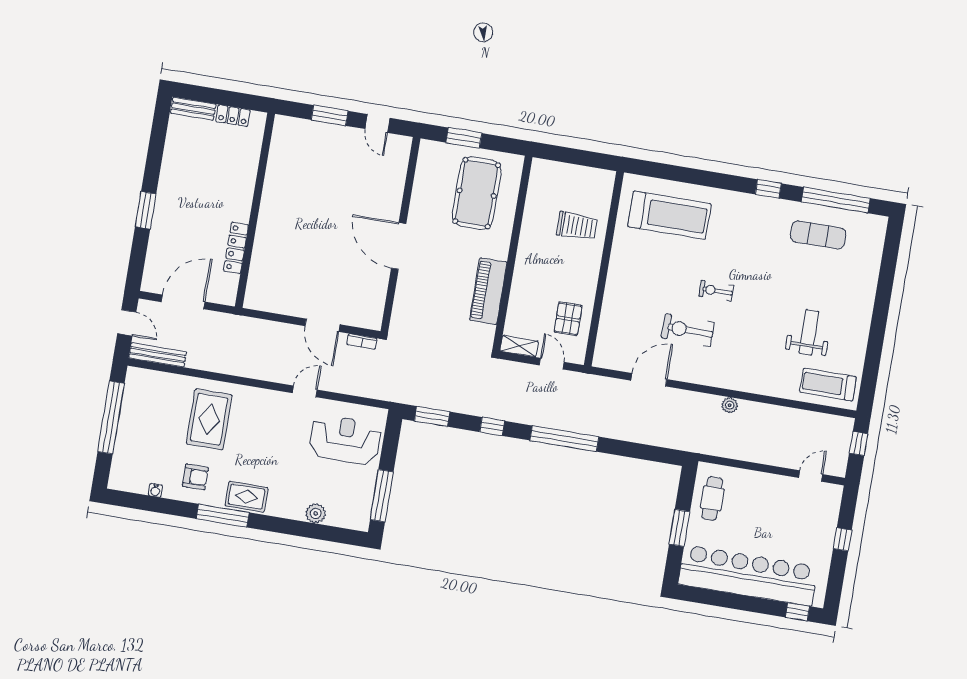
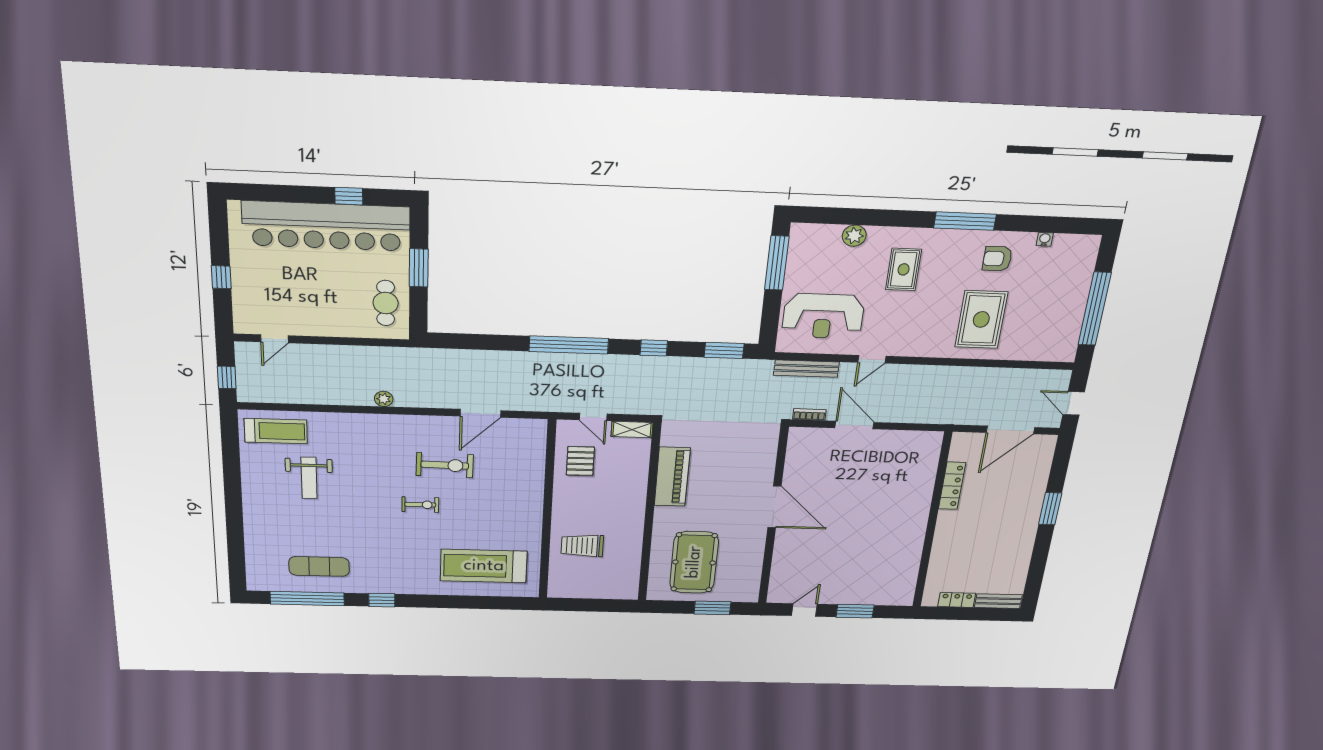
door: (377, 123) -> (804, 610), hinge flipped
bench: (158, 355) -> (806, 369), moved
rug: (246, 497) -> (904, 269), moved, turned 90
window: (798, 612) -> (349, 196), moved

